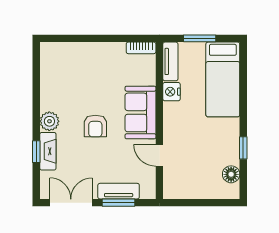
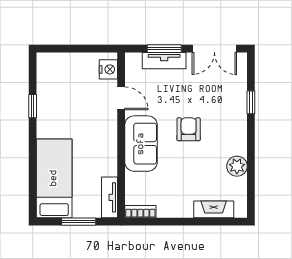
nightstand: (171, 92) -> (108, 69), moved
plant: (49, 121) -> (237, 166), moved
fireplace: (48, 151) -> (214, 209), moved, turned 90
floor lamp: (231, 174) -> (46, 78), removed

